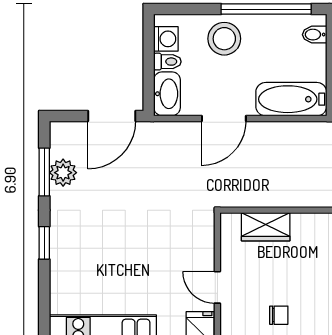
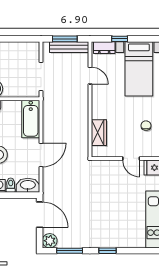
door: (224, 118) -> (41, 155), hinge flipped
plant: (63, 173) -> (50, 241), moved
door: (217, 287) -> (131, 158), hinge flipped

